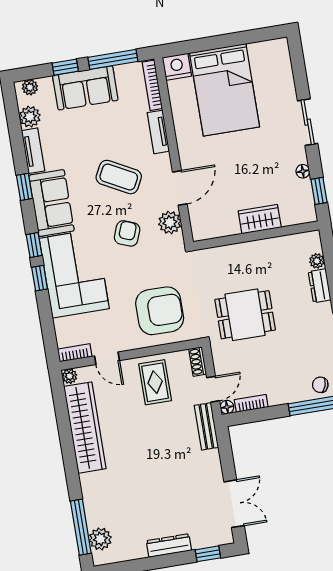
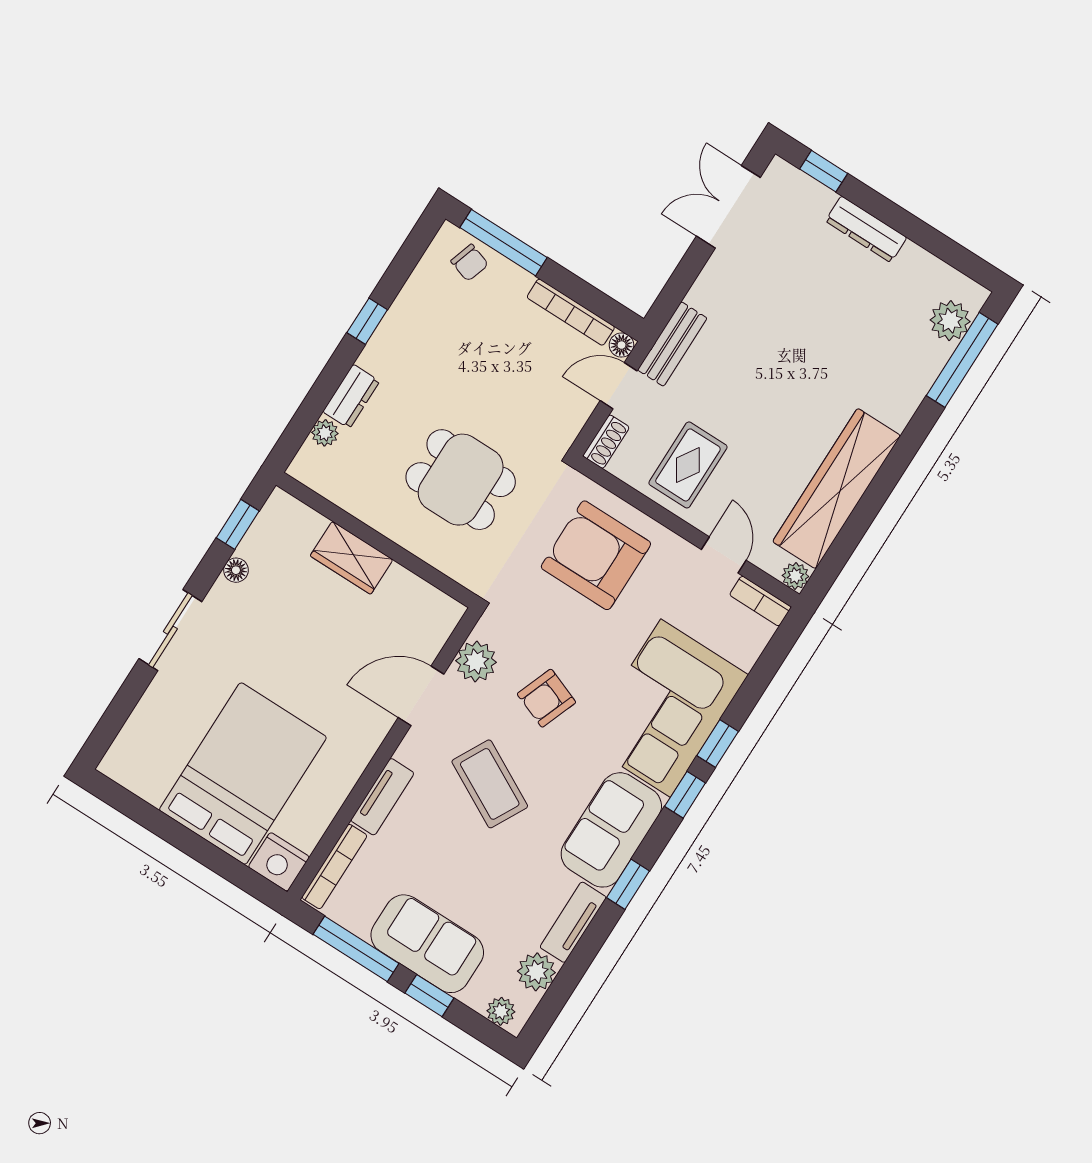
dining table: (245, 315) -> (461, 480), moved
bookcase: (251, 403) -> (571, 312), width x1.56

